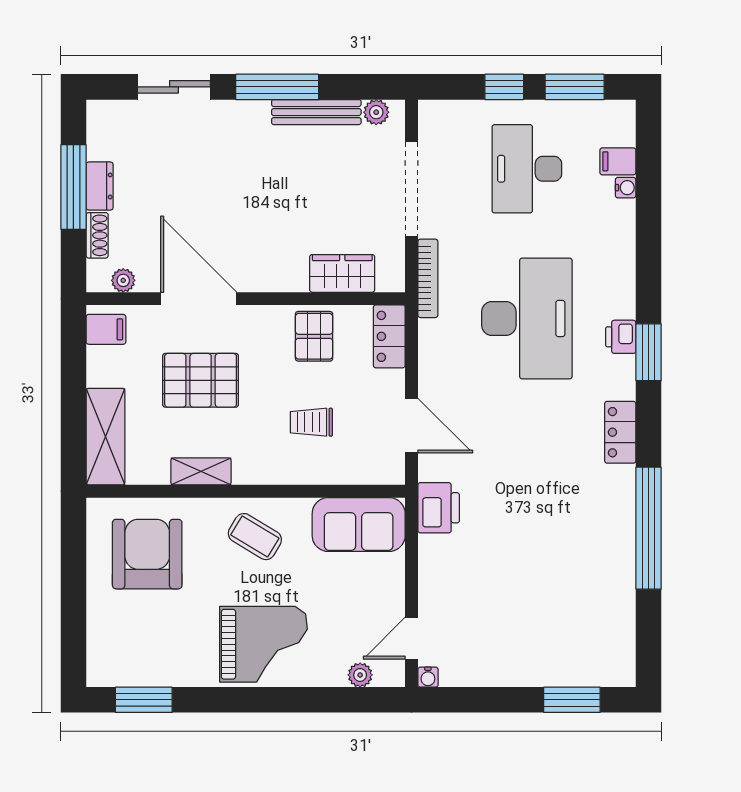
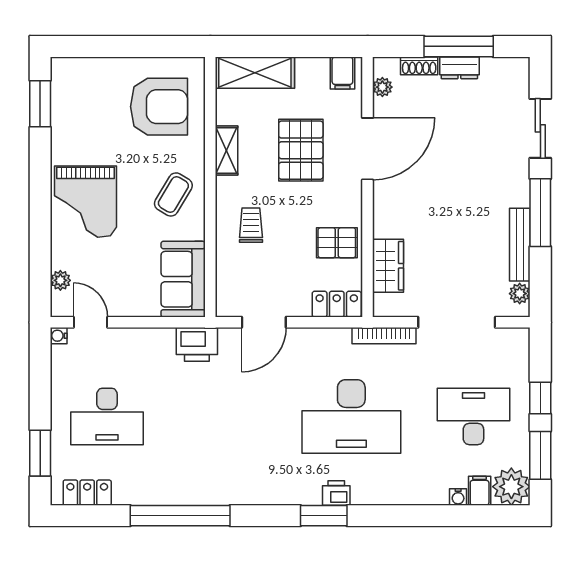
plant: (613, 122) -> (511, 487), added
trolley: (311, 422) -> (251, 225), moved
locker: (620, 432) -> (87, 493), moved
desk: (527, 618) -> (107, 416), added

